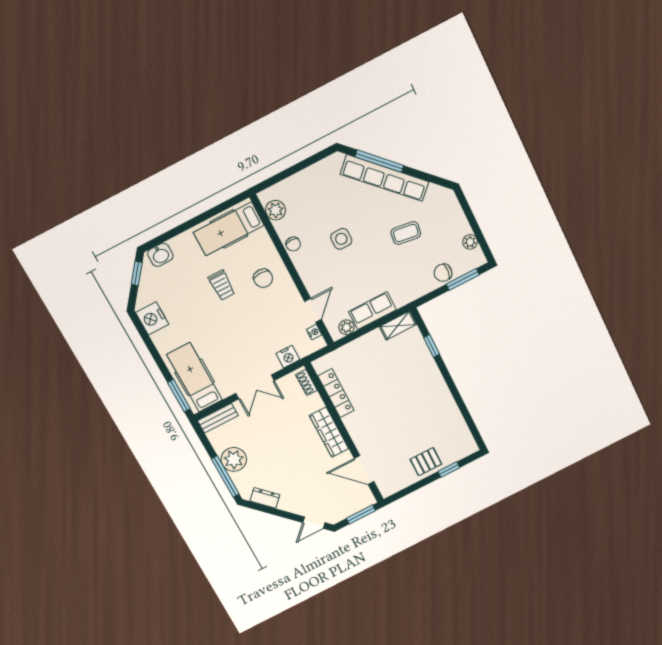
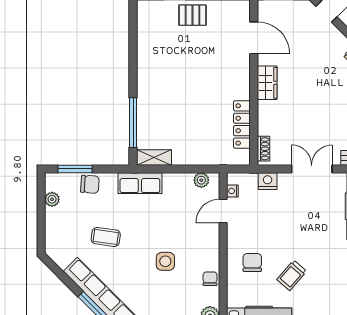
trolley: (222, 285) -> (292, 275), turned -139
row of seats: (372, 311) -> (140, 183), moved
window: (432, 346) -> (133, 123), width x2.17
wardrobe: (329, 432) -> (267, 83), width x0.67

